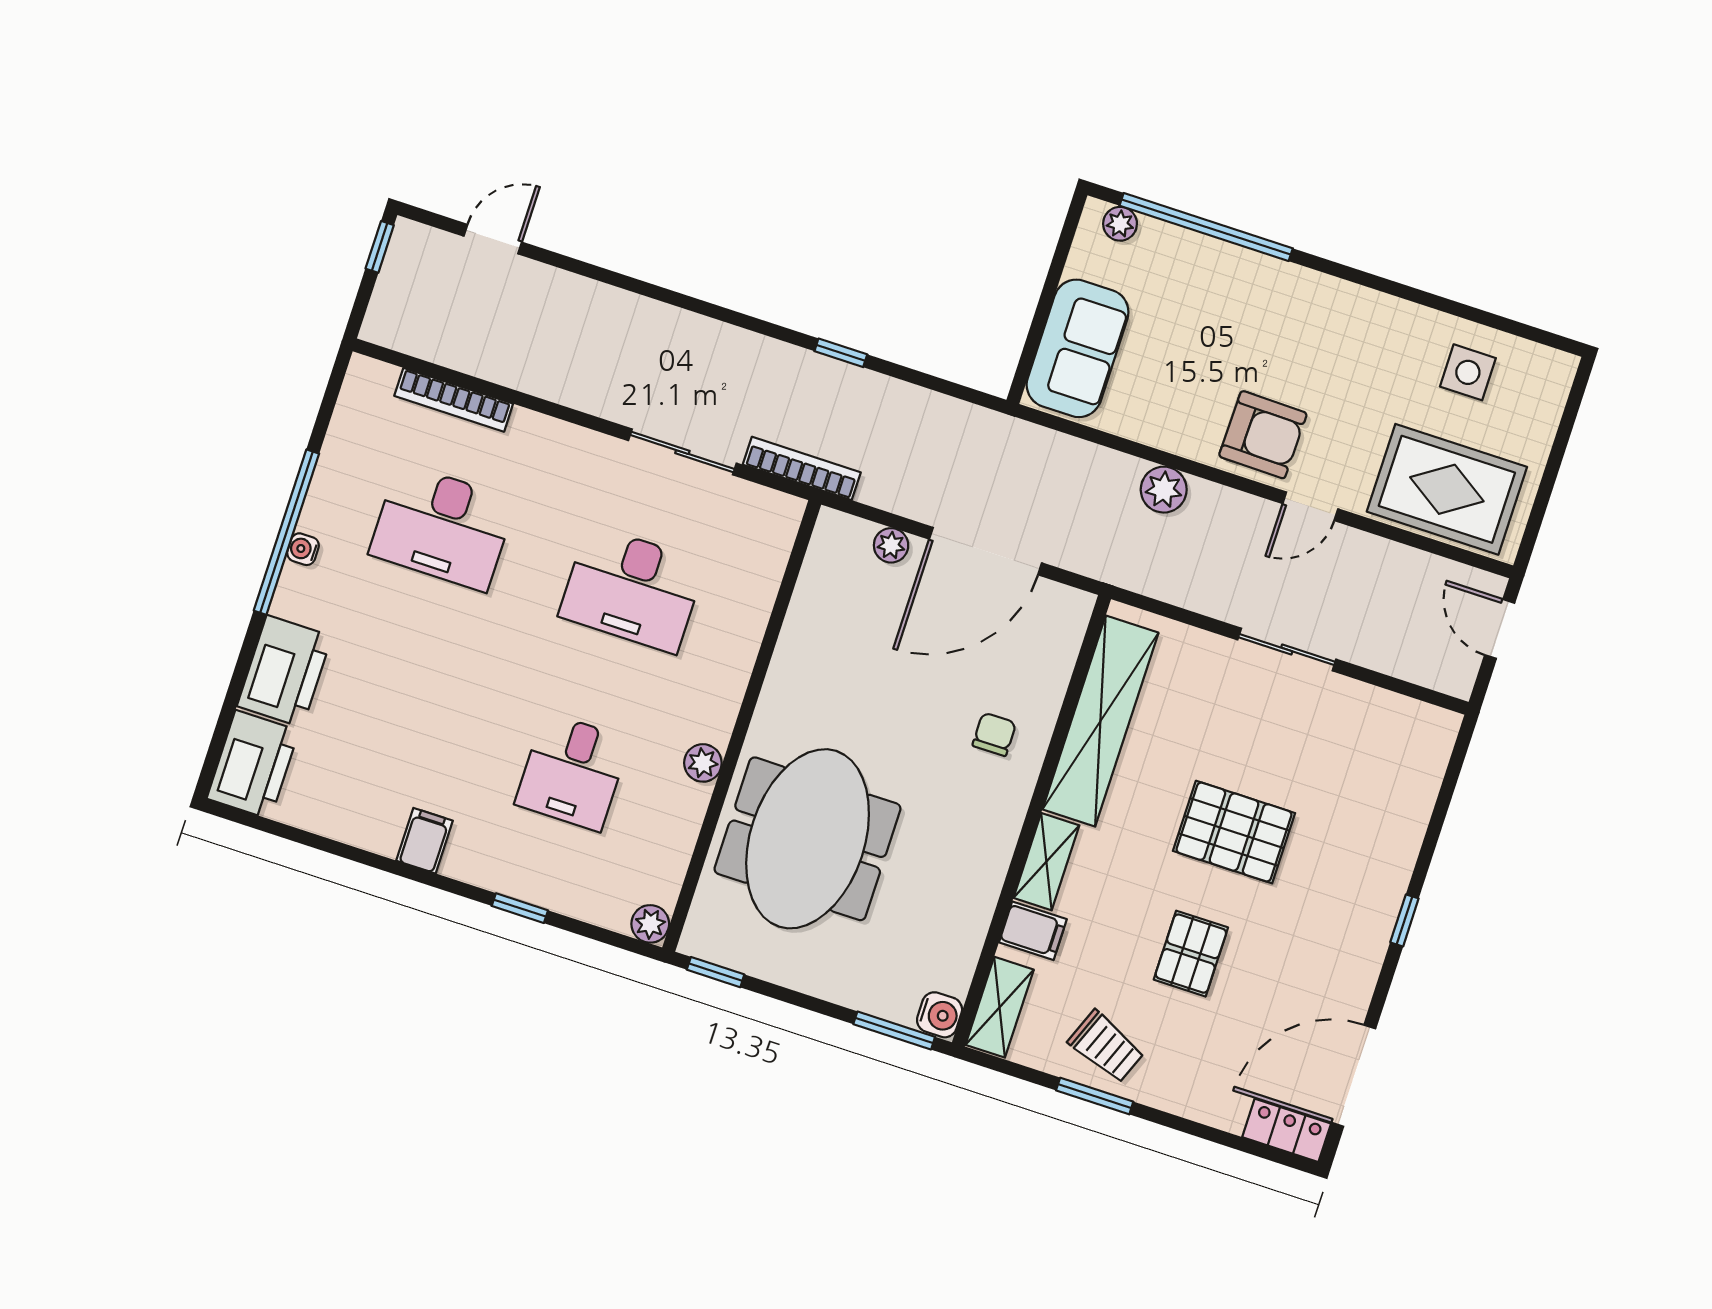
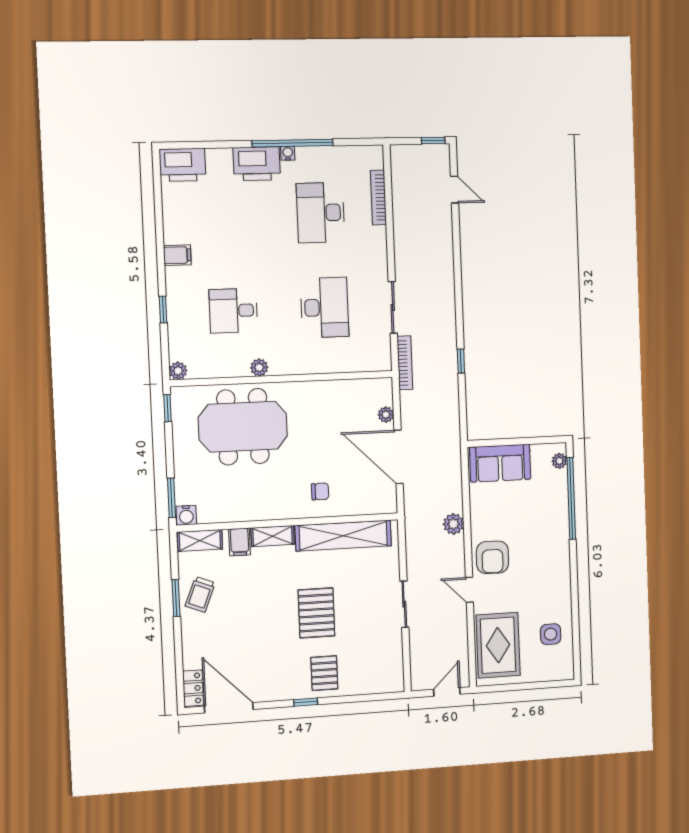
desk: (632, 589) -> (325, 307), turned 180
printer: (284, 671) -> (257, 164), moved
pallet: (1191, 954) -> (324, 673), moved, turned 90

